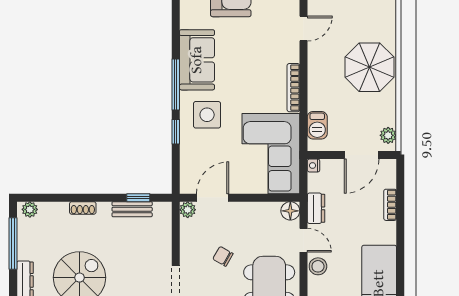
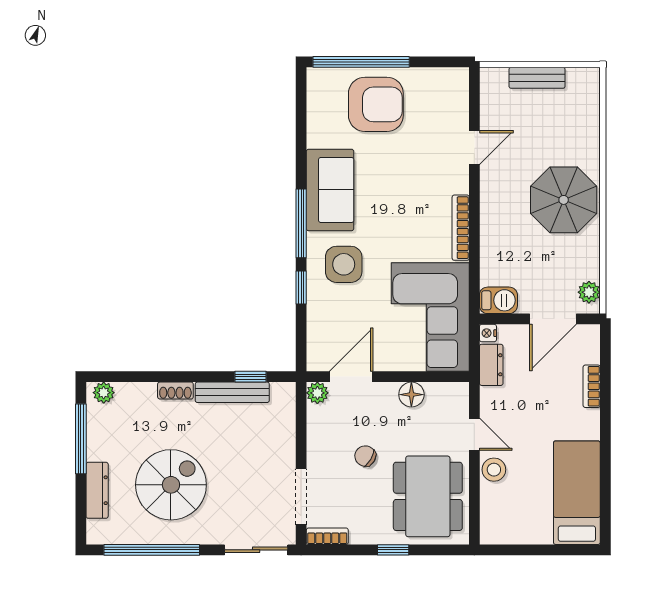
barbecue: (317, 125) -> (498, 300), moved, turned -90
dresser: (316, 208) -> (491, 365), moved
bench: (132, 209) -> (232, 392), width x1.36
floor lamp: (290, 211) -> (411, 395), moved

